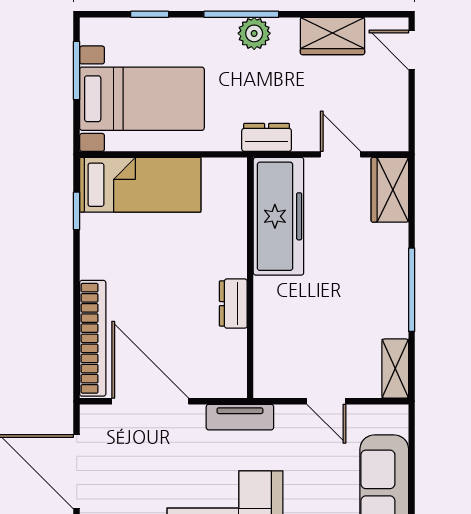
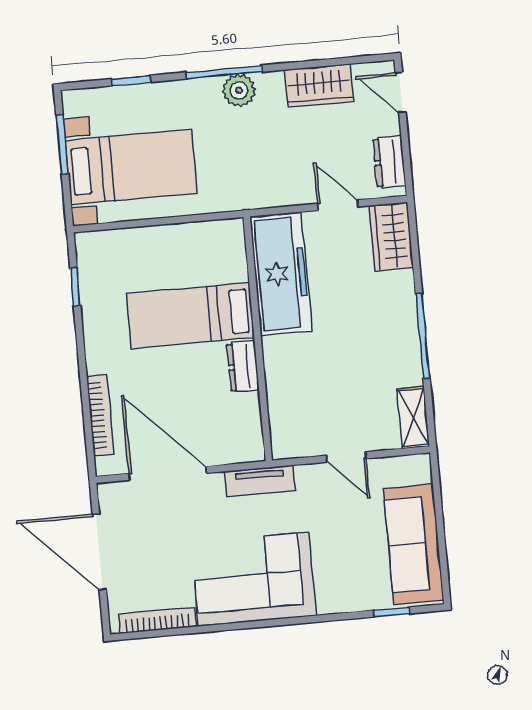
dresser: (267, 137) -> (389, 162), moved, turned -90
bed: (140, 185) -> (190, 316), moved, turned 180
bookcase: (93, 338) -> (100, 415), width x0.68, depth x0.76

